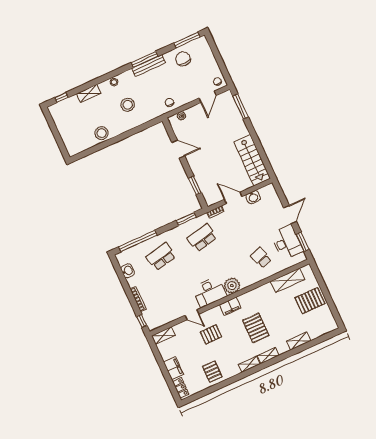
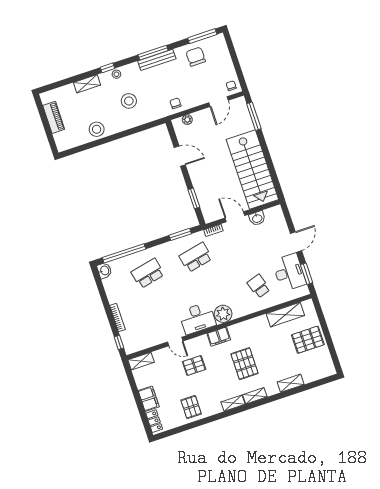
window: (61, 97) -> (107, 68), moved
piano: (62, 127) -> (54, 117), added
stairs: (252, 160) -> (252, 169), width x1.36, depth x1.51
washbasin: (128, 271) -> (104, 271), moved

